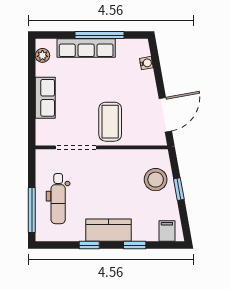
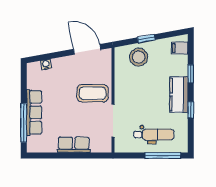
window: (100, 35) -> (24, 123), moved
plant: (42, 55) -> (40, 147), removed

